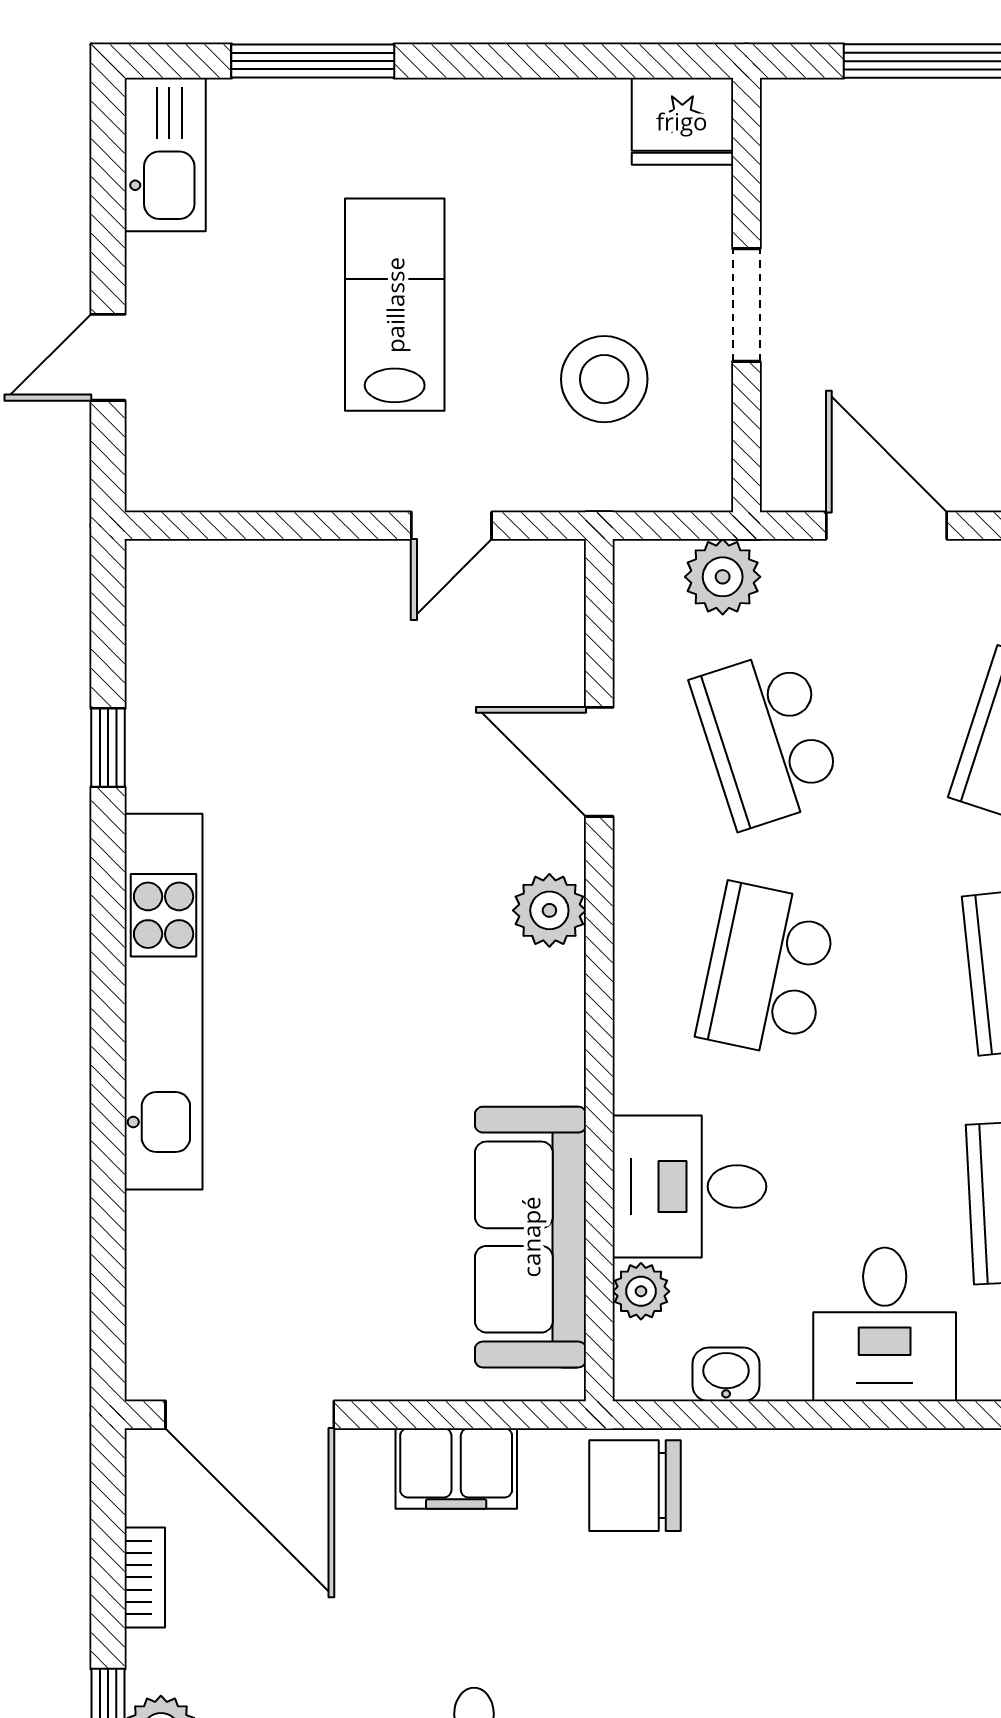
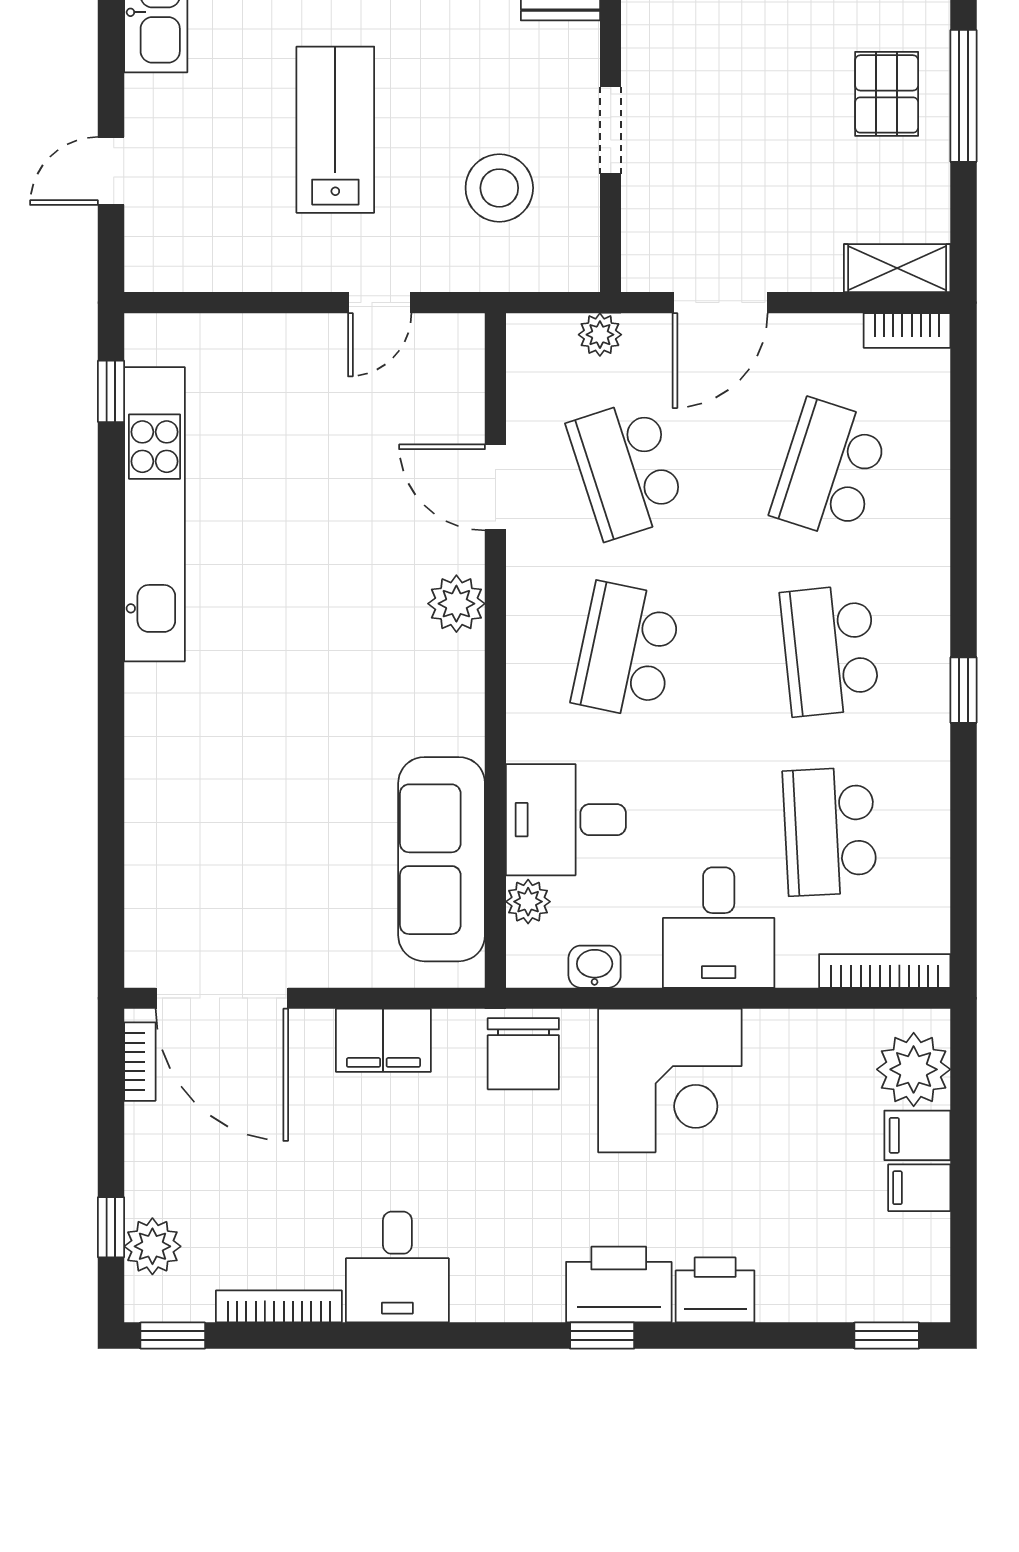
door: (886, 526) -> (720, 303), swing flipped
plant: (723, 577) -> (600, 335), width x0.73, depth x0.73
window: (108, 748) -> (111, 391), moved
kitchen unit: (164, 1002) -> (154, 514), moved
chair: (635, 1486) -> (523, 1054), turned -90
corner desk: (822, 1520) -> (670, 1080), added
bookcase: (145, 1577) -> (140, 1062), moved

